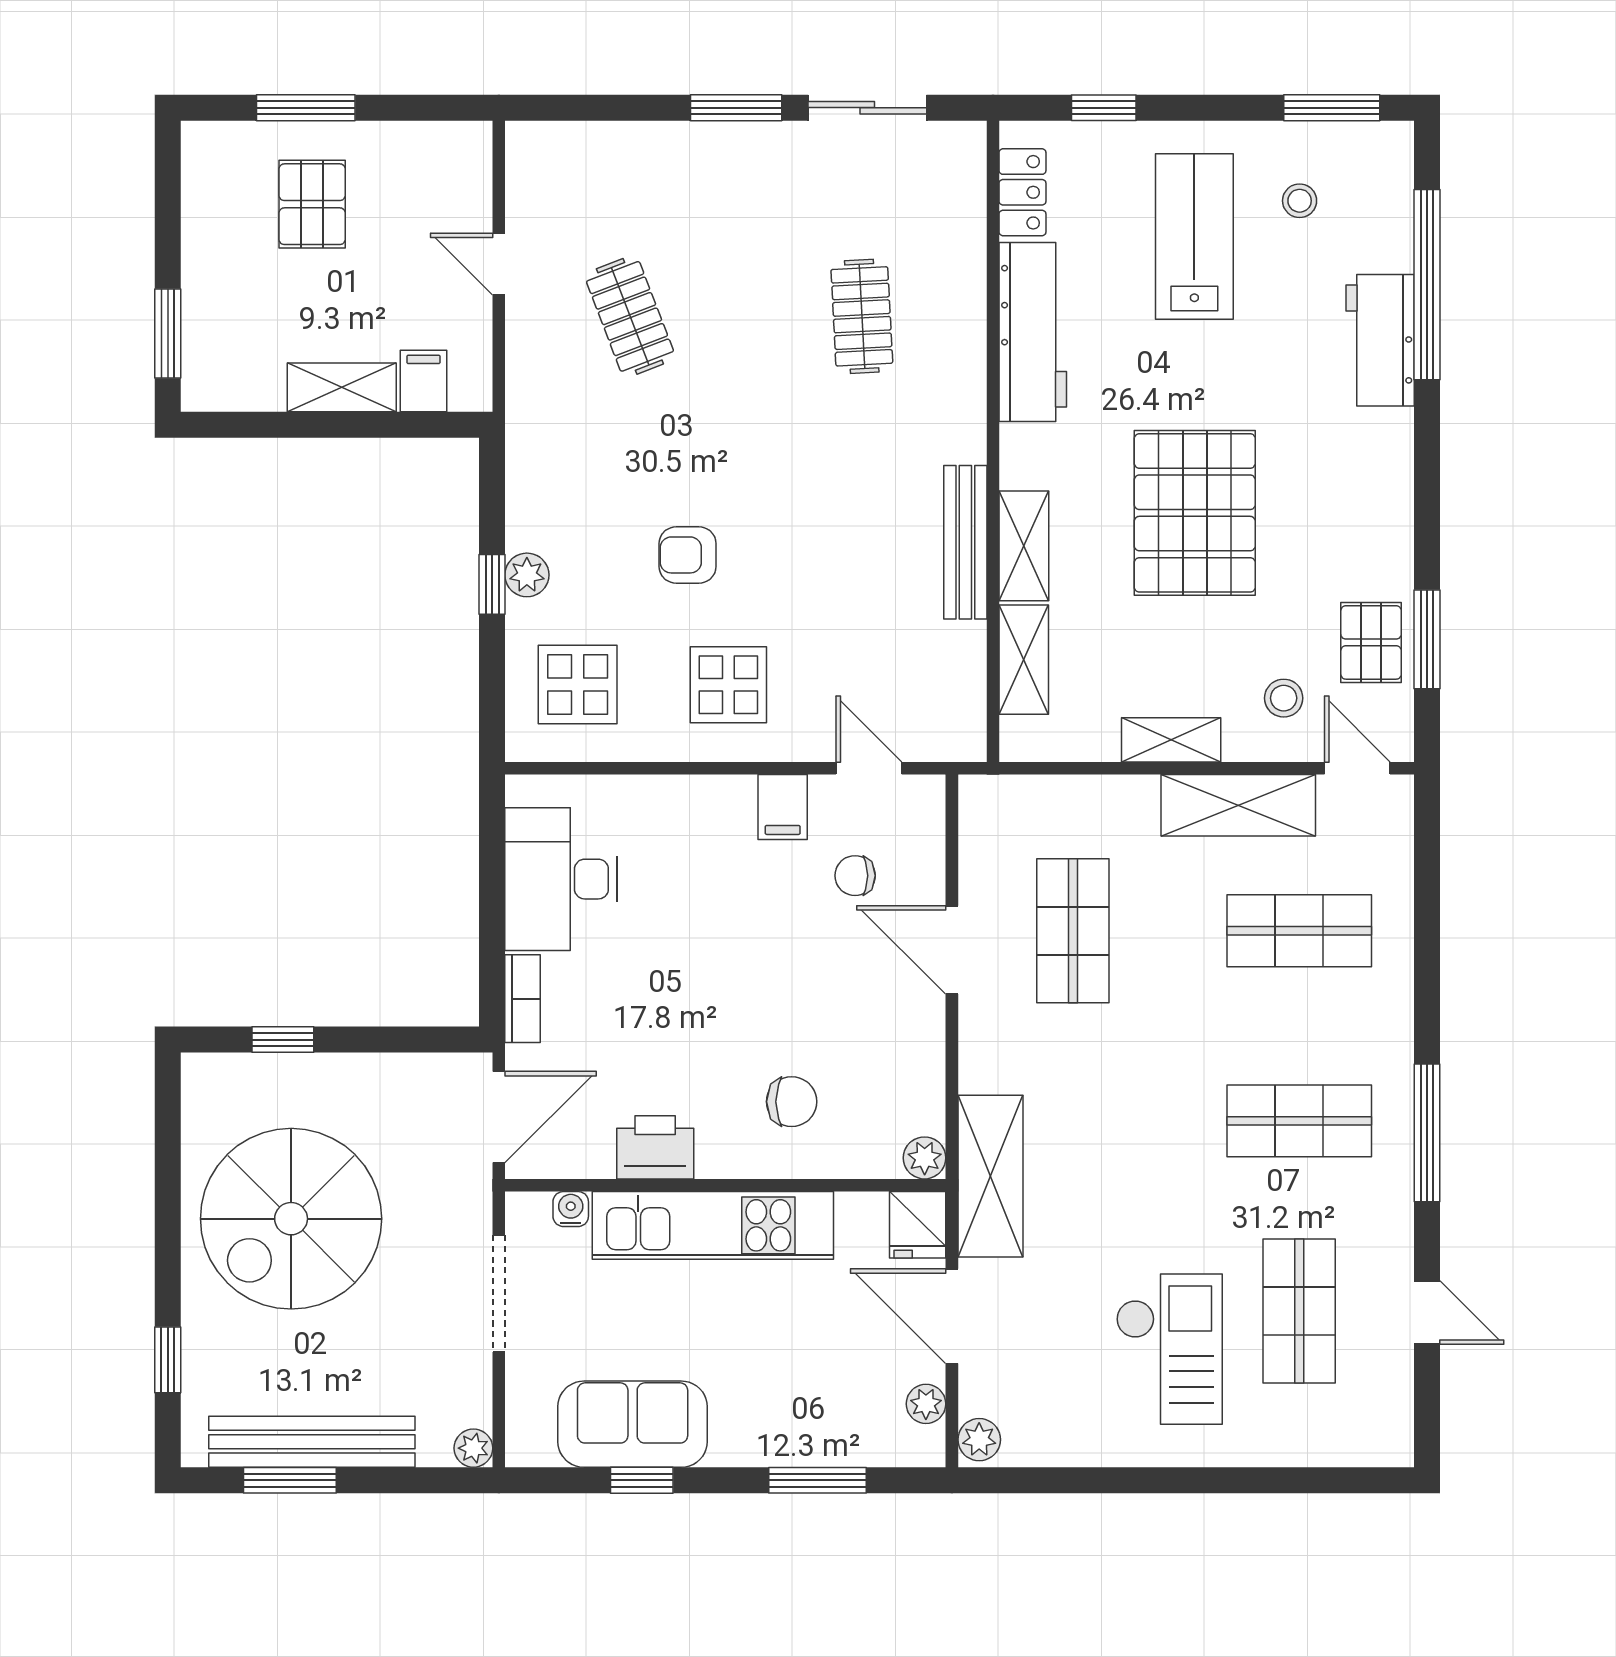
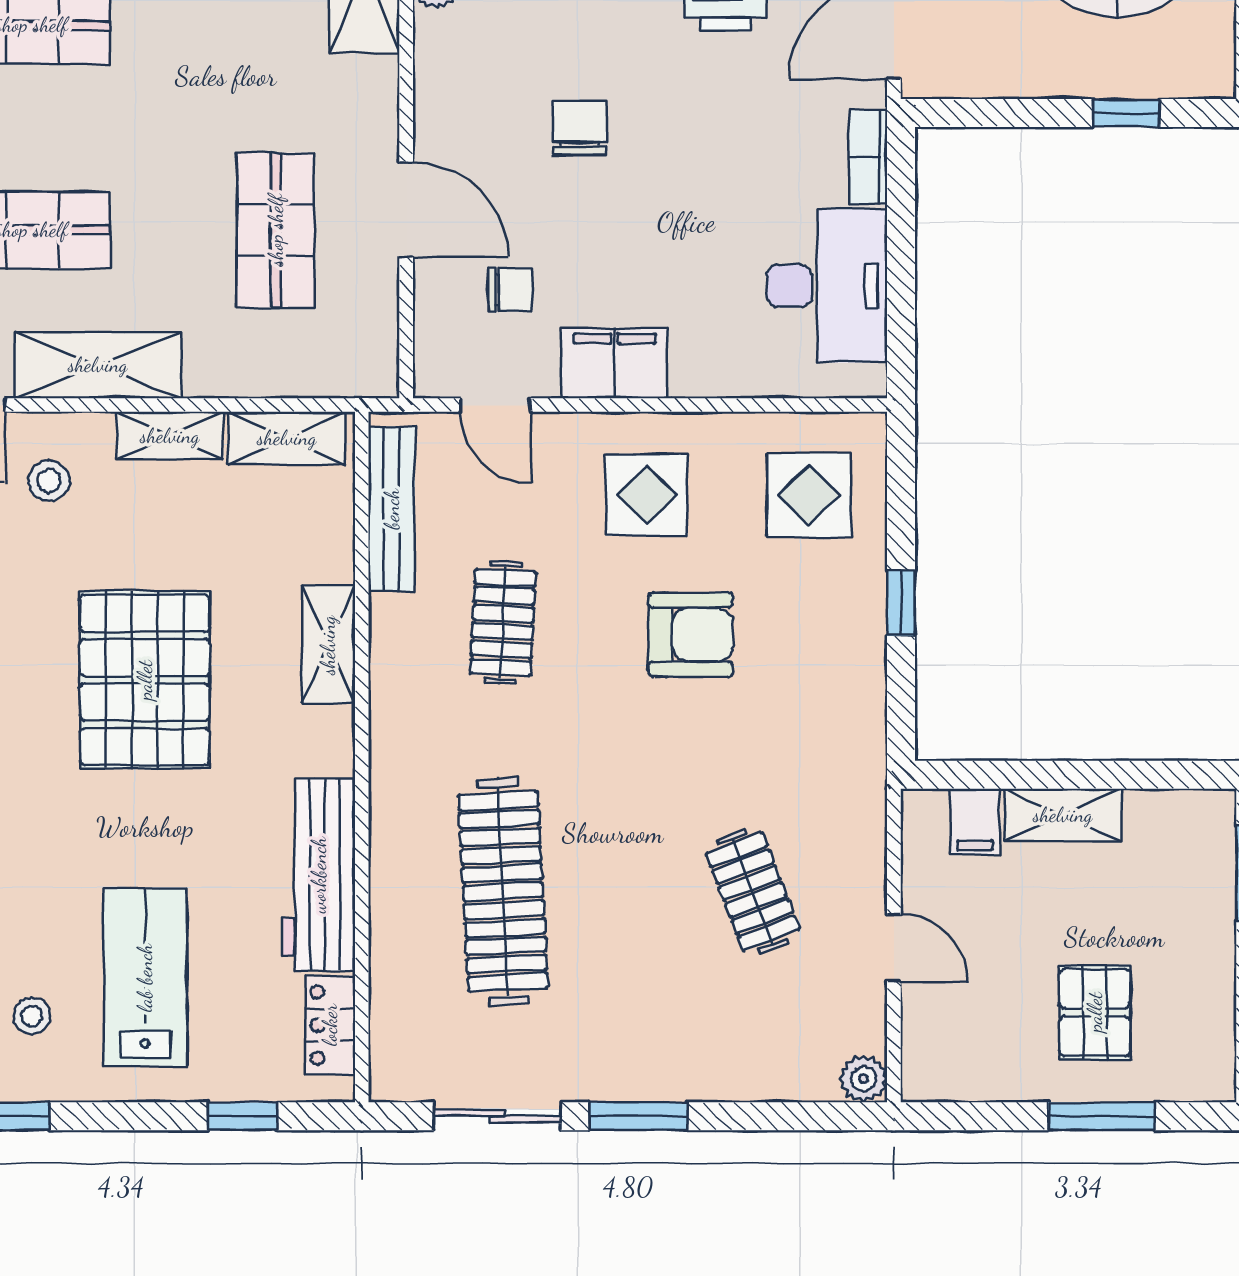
lab bench: (1194, 236) -> (145, 978), turned 180
clothes rail: (862, 316) -> (503, 892), width x1.86, depth x1.31
bench: (965, 542) -> (392, 509), moved
armchair: (688, 555) -> (691, 635), width x1.38, depth x1.38
clothes rail: (862, 566) -> (503, 622), added
plant: (527, 575) -> (864, 1079), moved
shelving: (1024, 660) -> (287, 438), moved, turned 90
filing cabinet: (783, 807) -> (615, 363), width x2.00
chair: (792, 1102) -> (580, 128), moved, turned 90

